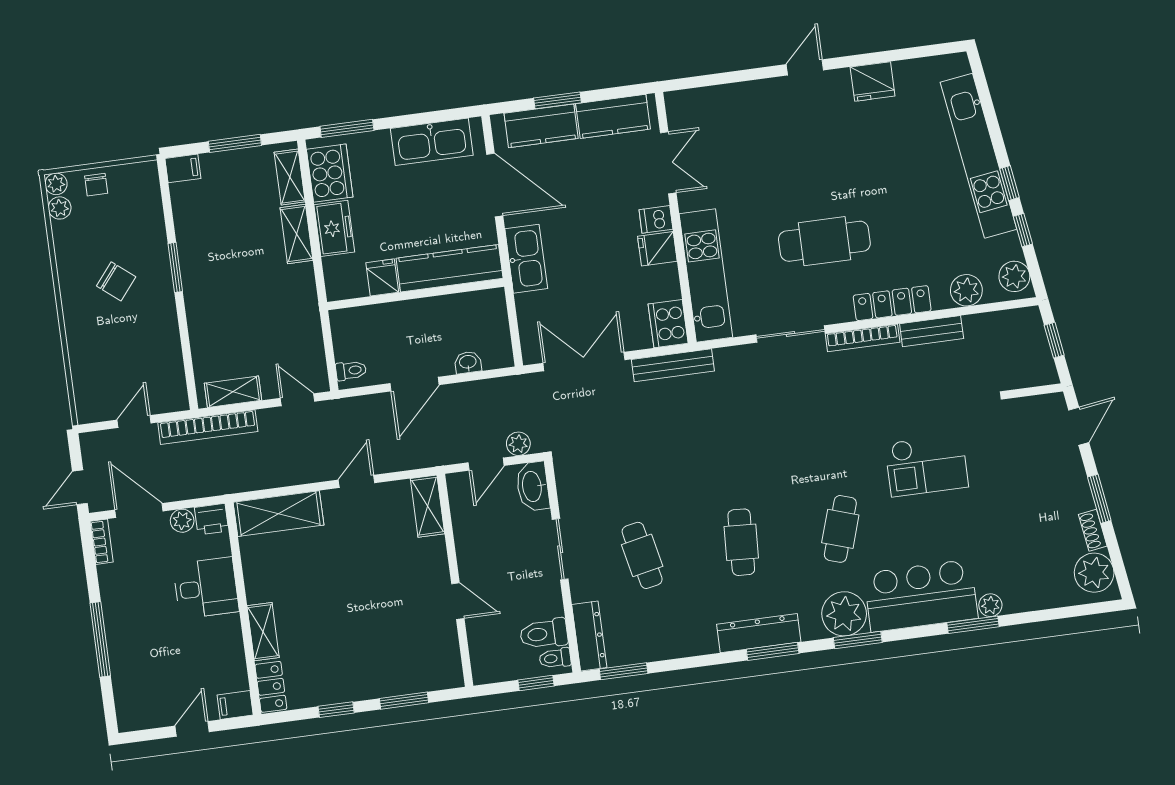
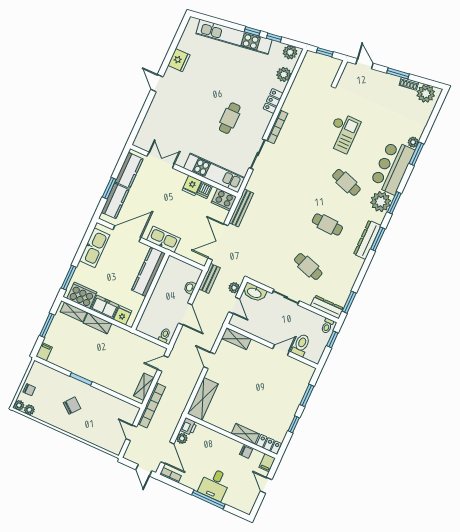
dishwasher: (656, 219) -> (205, 190), moved
cafe table: (824, 241) -> (230, 118), width x0.73, depth x0.74
fridge: (382, 277) -> (123, 315), moved, turned 90
locker: (892, 303) -> (273, 101), width x0.66
bench: (932, 331) -> (209, 278), moved
door: (139, 510) -> (167, 453), swing flipped
cafe table: (642, 555) -> (308, 267), turned 30
desk: (206, 588) -> (215, 484), moved, turned 180
toilet: (544, 634) -> (301, 345), moved, turned 180
chair: (231, 654) -> (246, 452), added

